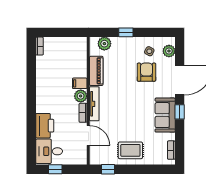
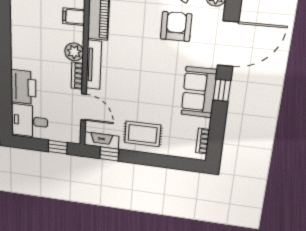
filing cabinet: (80, 83) -> (74, 17), moved
fireplace: (102, 159) -> (101, 141), added
window: (55, 169) -> (58, 147), moved

